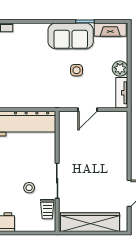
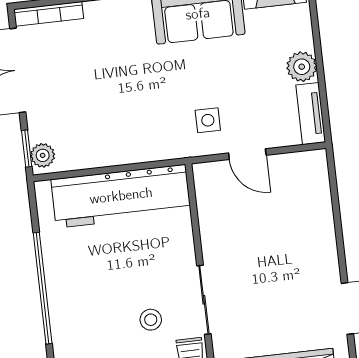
side table: (77, 70) -> (208, 120), moved
door: (87, 110) -> (247, 154), hinge flipped

